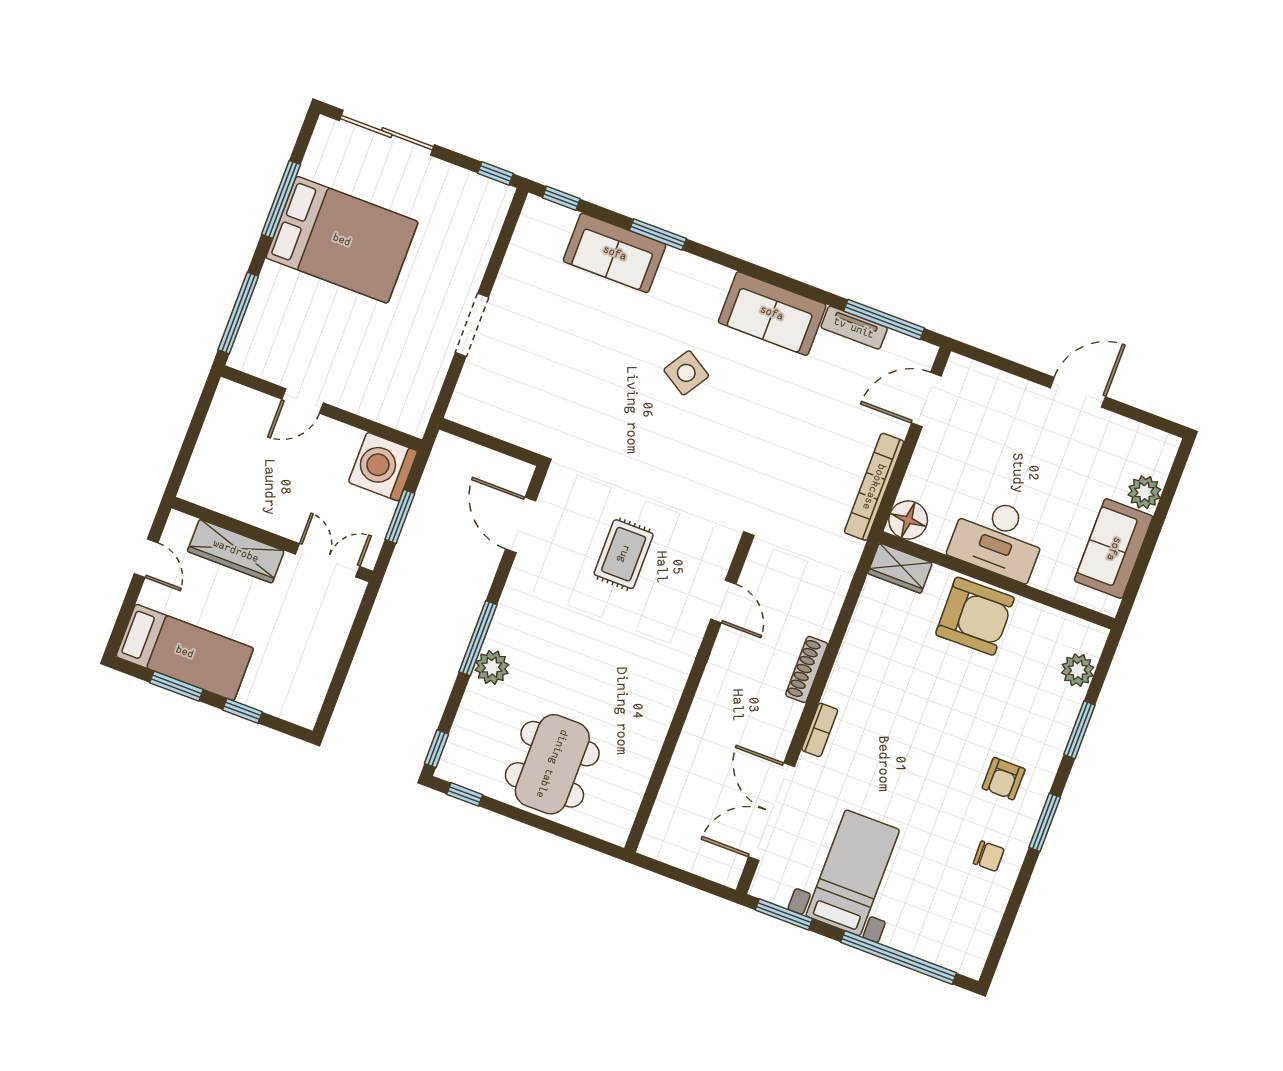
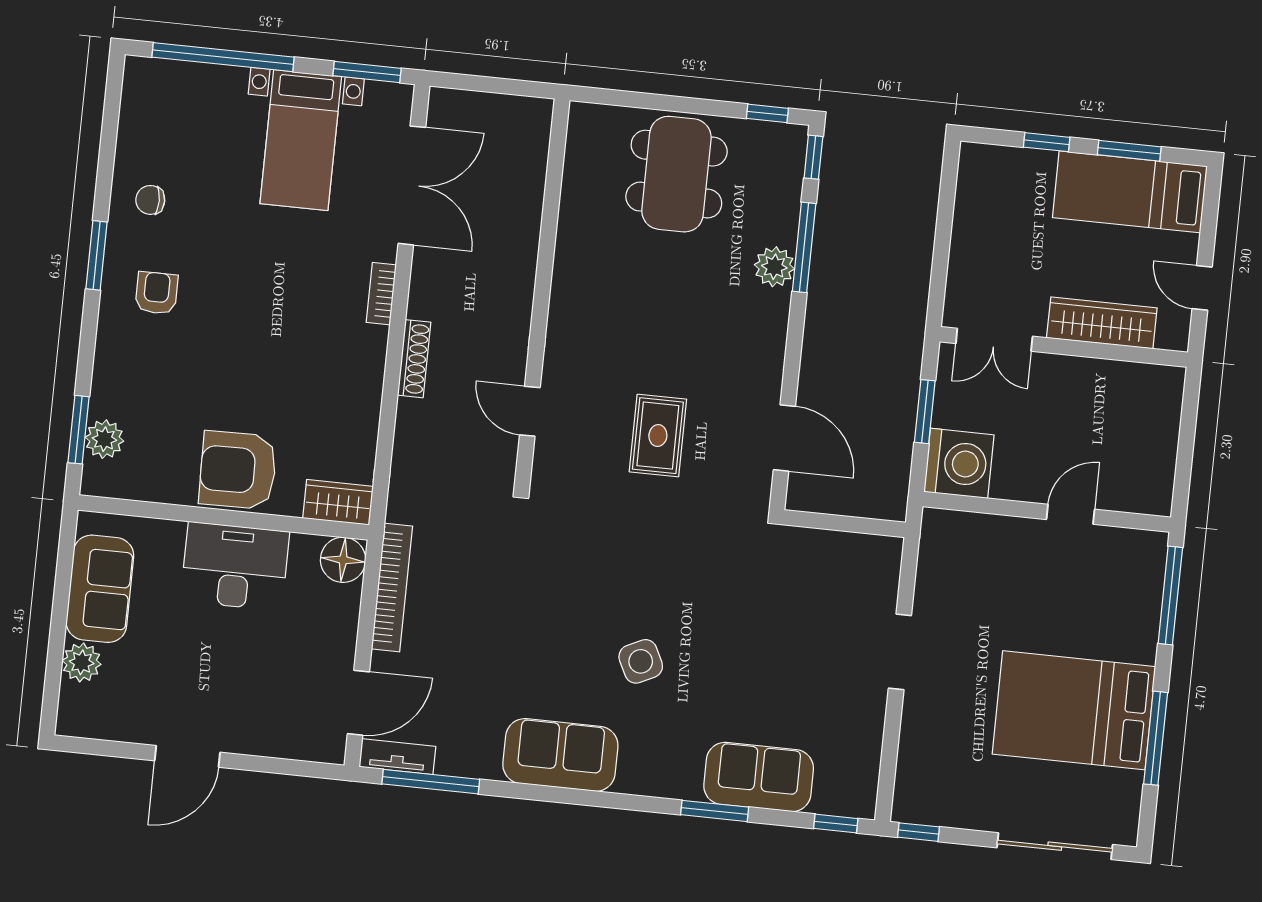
tv unit: (854, 328) -> (397, 757), moved
side table: (686, 373) -> (641, 661), turned 32
window: (478, 638) -> (804, 247), moved
window: (1079, 730) -> (79, 430), moved

